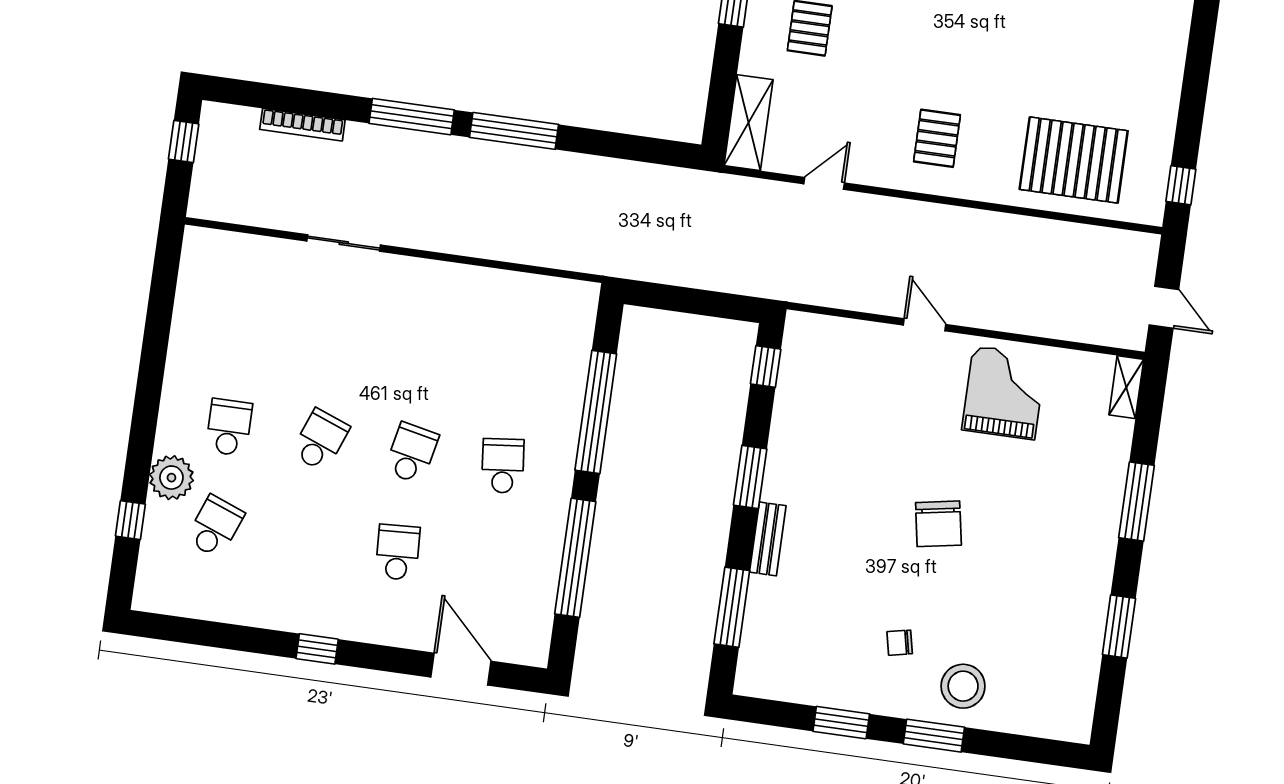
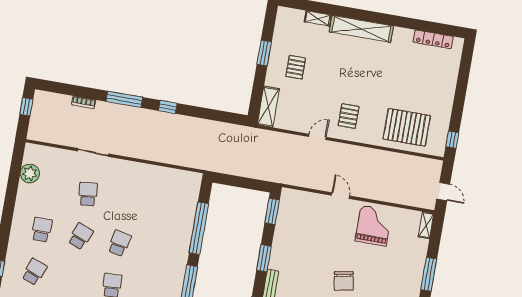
bookcase: (302, 125) -> (84, 102), width x0.64
window: (514, 131) -> (168, 107), width x0.46
door: (824, 183) -> (317, 137), moved
window: (766, 367) -> (272, 211), width x1.50
school desk: (503, 466) -> (88, 194), moved
plant: (171, 478) -> (30, 173), moved

